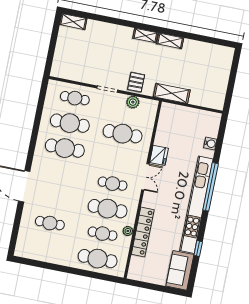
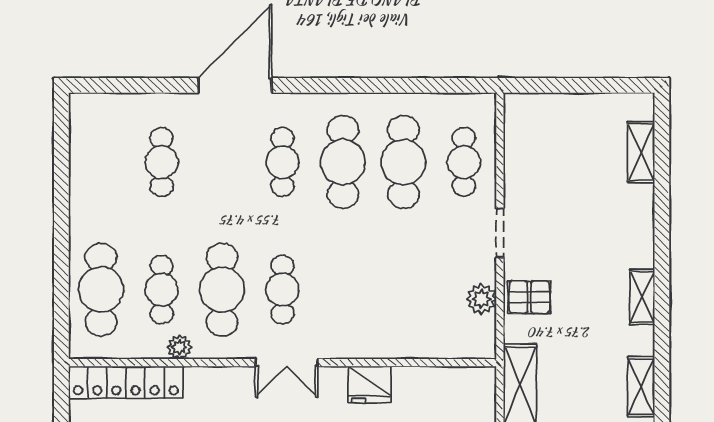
shelving: (73, 22) -> (641, 152), moved
shelving: (170, 41) -> (641, 387), moved
cafe table: (123, 134) -> (282, 162), moved, width x0.73, depth x0.74
double door: (145, 177) -> (287, 363), moved
locker: (143, 232) -> (126, 382), moved

